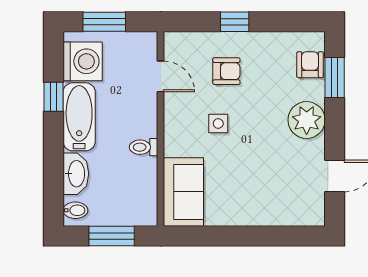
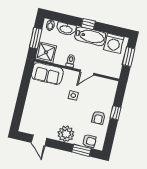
armchair: (226, 71) -> (98, 118), moved
door: (161, 76) -> (87, 72), moved
window: (53, 97) -> (88, 24), moved
shower: (137, 206) -> (46, 52), added

